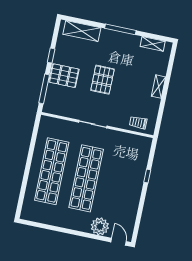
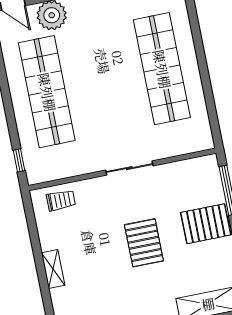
window: (147, 176) -> (19, 160), moved
shop shelf: (86, 178) -> (47, 92), moved

